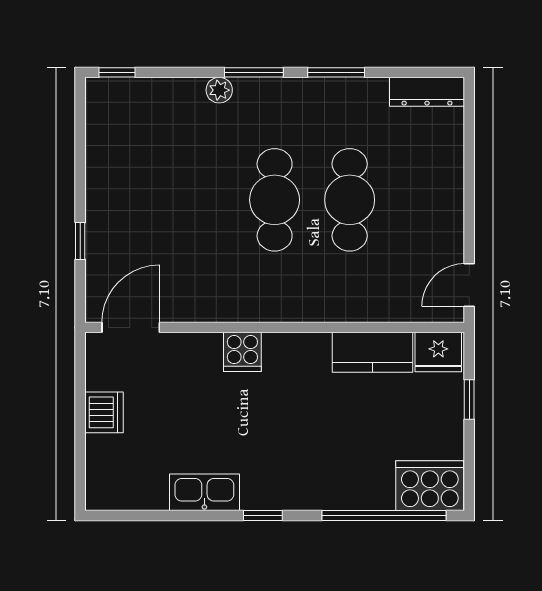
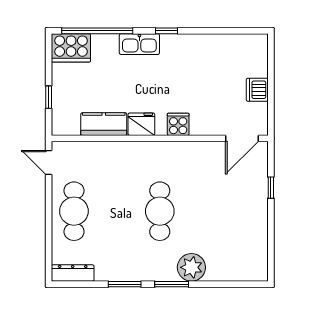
window: (117, 72) -> (250, 284), removed
plant: (219, 90) -> (191, 267), width x1.87, depth x1.87
cafe table: (350, 200) -> (74, 211), moved
door: (469, 285) -> (49, 163), swing flipped
fridge: (438, 352) -> (141, 124), moved
kitchen sink: (204, 492) -> (139, 44), moved

